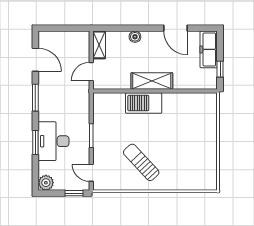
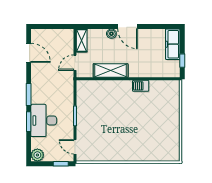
door: (176, 28) -> (128, 27), moved
shelving: (152, 81) -> (111, 70), moved
window: (35, 98) -> (29, 94), moved
barbecue: (144, 103) -> (141, 86), moved, width x0.53, depth x0.65
sun lounger: (141, 162) -> (117, 138), removed

